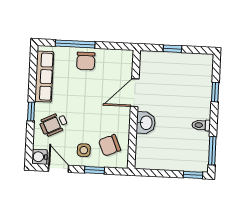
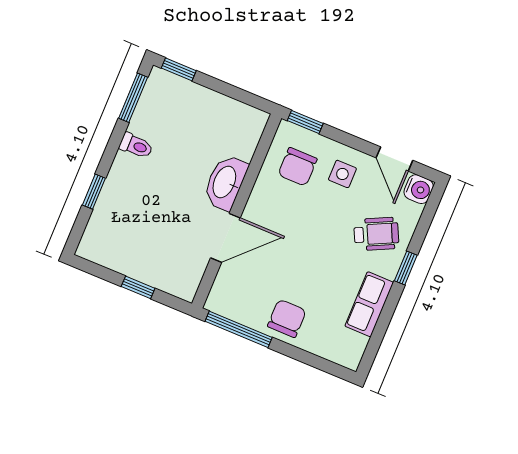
window: (75, 44) -> (239, 329), moved
row of seats: (44, 77) -> (369, 304), width x0.68
washbasin: (146, 123) -> (225, 182), width x1.38
chair: (110, 145) -> (298, 167), turned 113
window: (94, 170) -> (305, 122), moved

